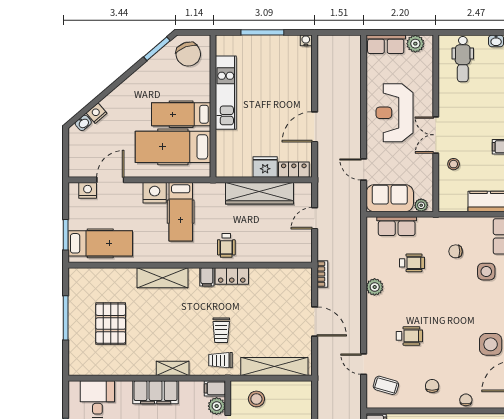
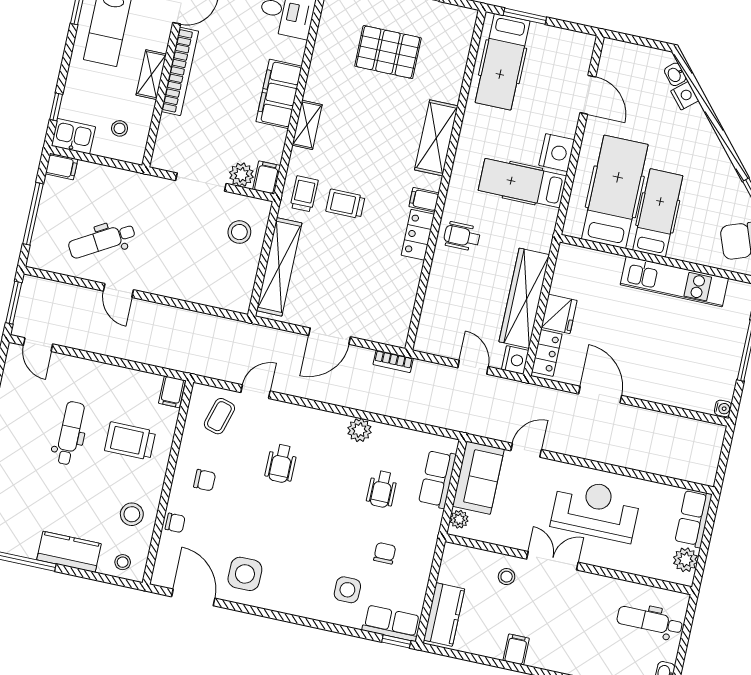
nightstand: (88, 190) -> (515, 360), moved

